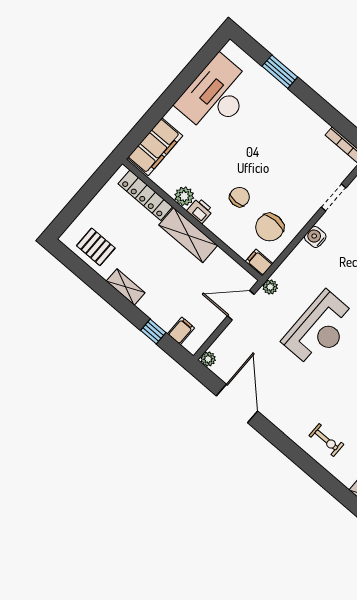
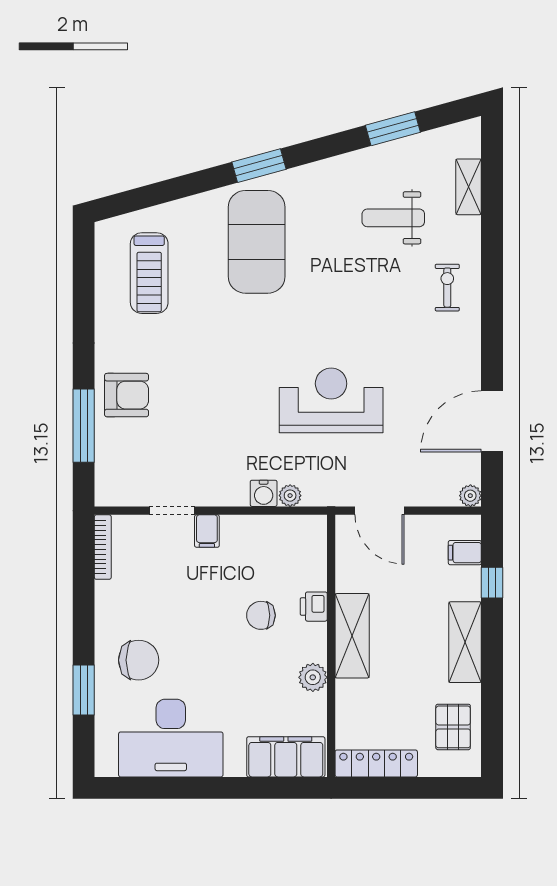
locker: (145, 195) -> (376, 763), moved, turned -90
printer: (200, 211) -> (314, 607), moved
chair: (270, 227) -> (139, 660), moved
water cooler: (315, 237) -> (264, 493), moved
filing cabinet: (259, 263) -> (207, 531), moved
shelving: (126, 287) -> (465, 642), width x1.50, depth x1.33
plant: (270, 287) -> (290, 496), moved

